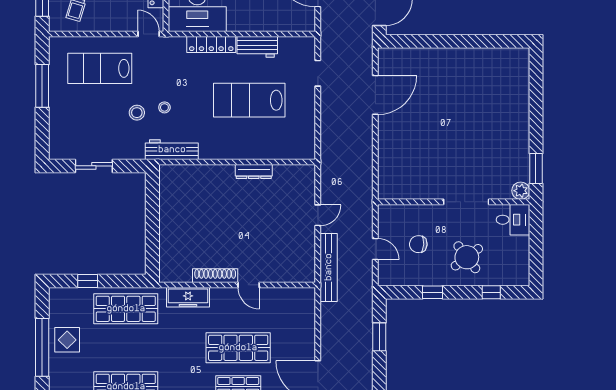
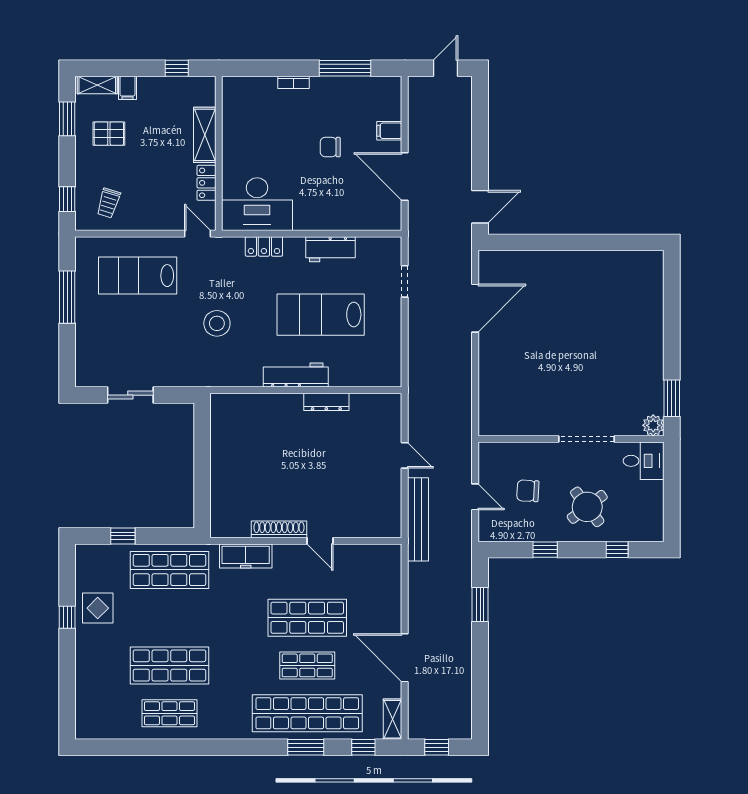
locker: (211, 45) -> (264, 246), width x0.66
stool: (164, 107) -> (217, 323), width x1.89, depth x1.89
stool: (137, 113) -> (183, 330), removed
workbench: (172, 150) -> (296, 375), moved
door: (318, 215) -> (405, 455), hinge flipped
window: (42, 347) -> (67, 617), width x0.32

